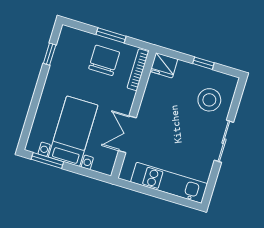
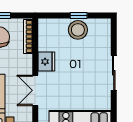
fridge: (164, 65) -> (46, 62), moved, turned -90
stool: (209, 100) -> (78, 30), moved

